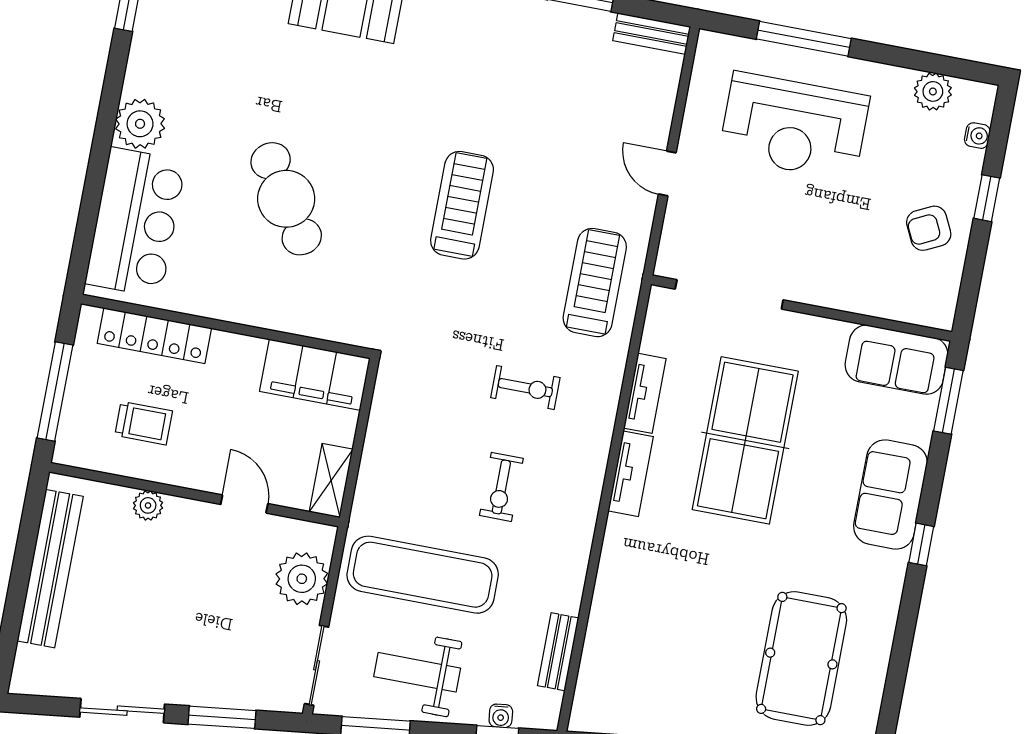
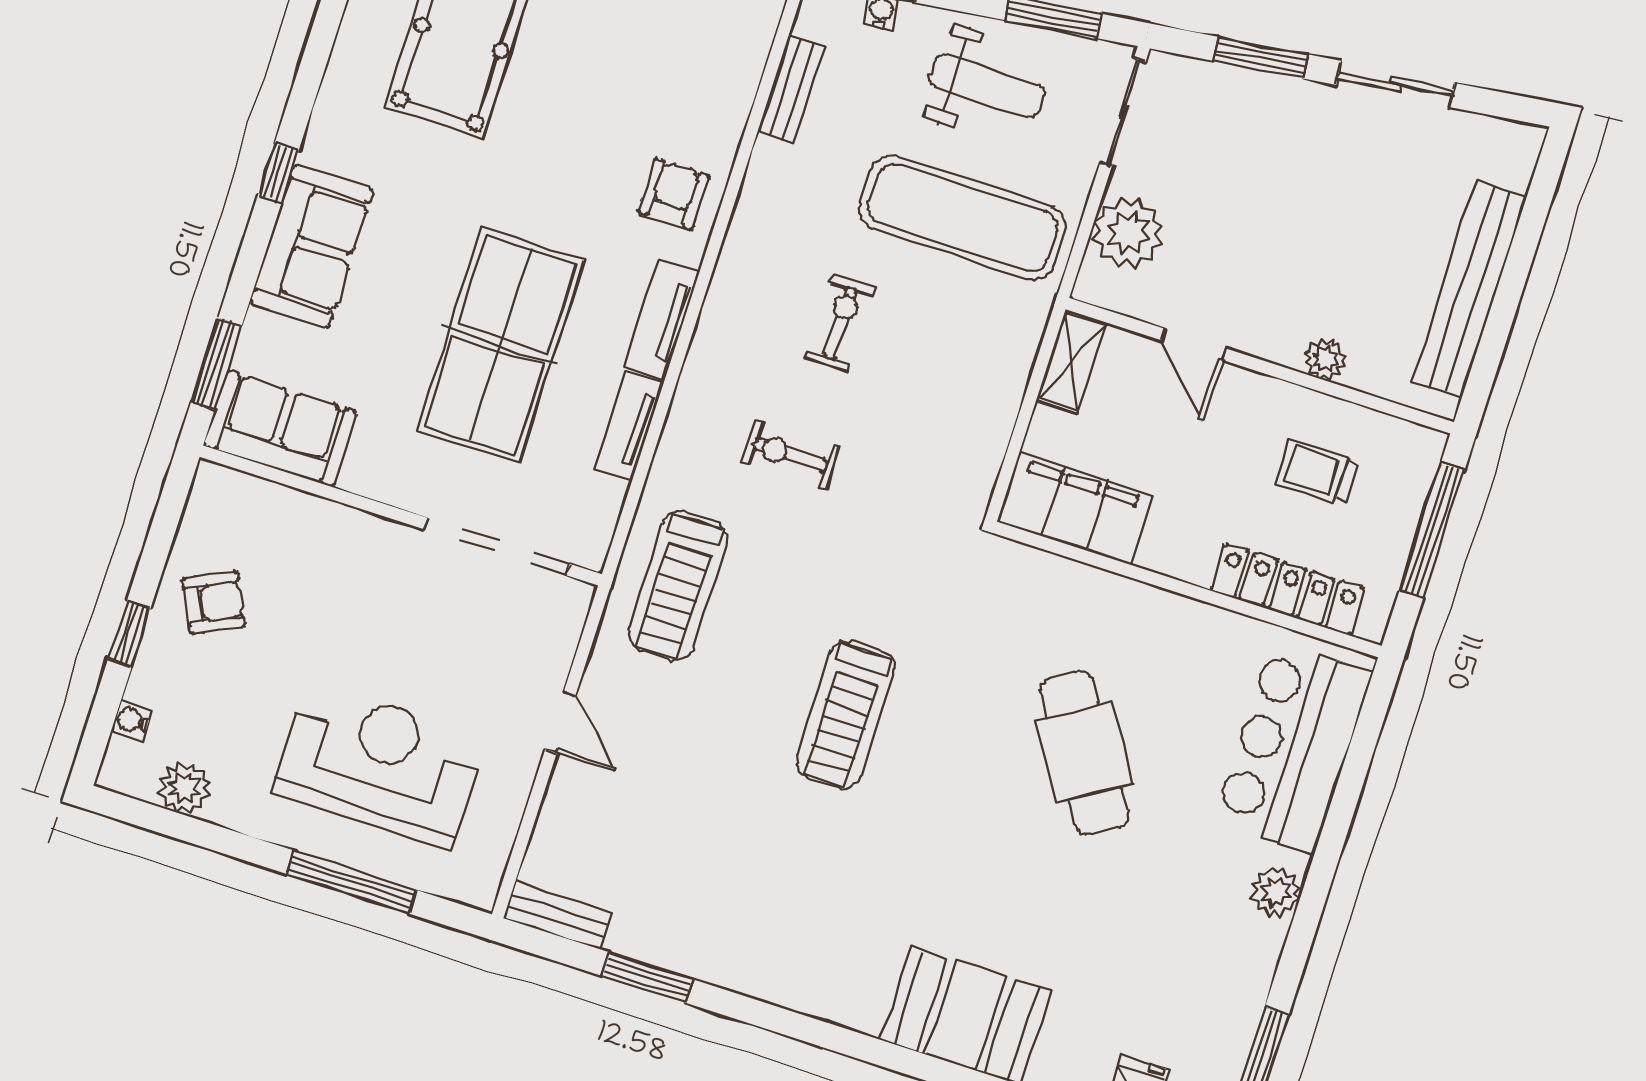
plant: (140, 124) -> (1276, 892), width x0.73, depth x0.73
armchair: (634, 565) -> (674, 194), added

